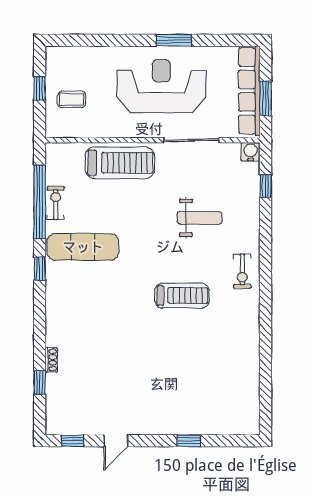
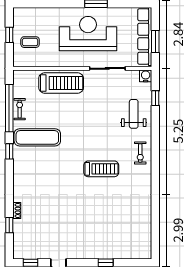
weight bench: (199, 218) -> (134, 114), moved, turned -90

